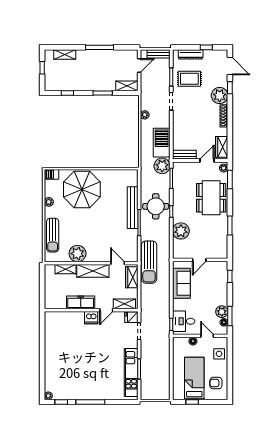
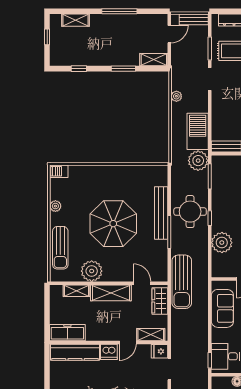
parasol: (82, 189) -> (113, 224), moved
freezer: (81, 302) -> (67, 333), moved
kitchen counter: (64, 318) -> (75, 352), added

